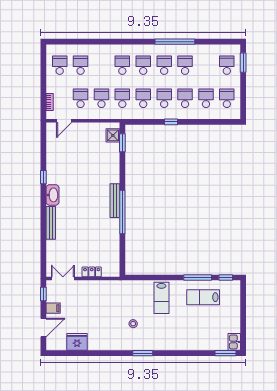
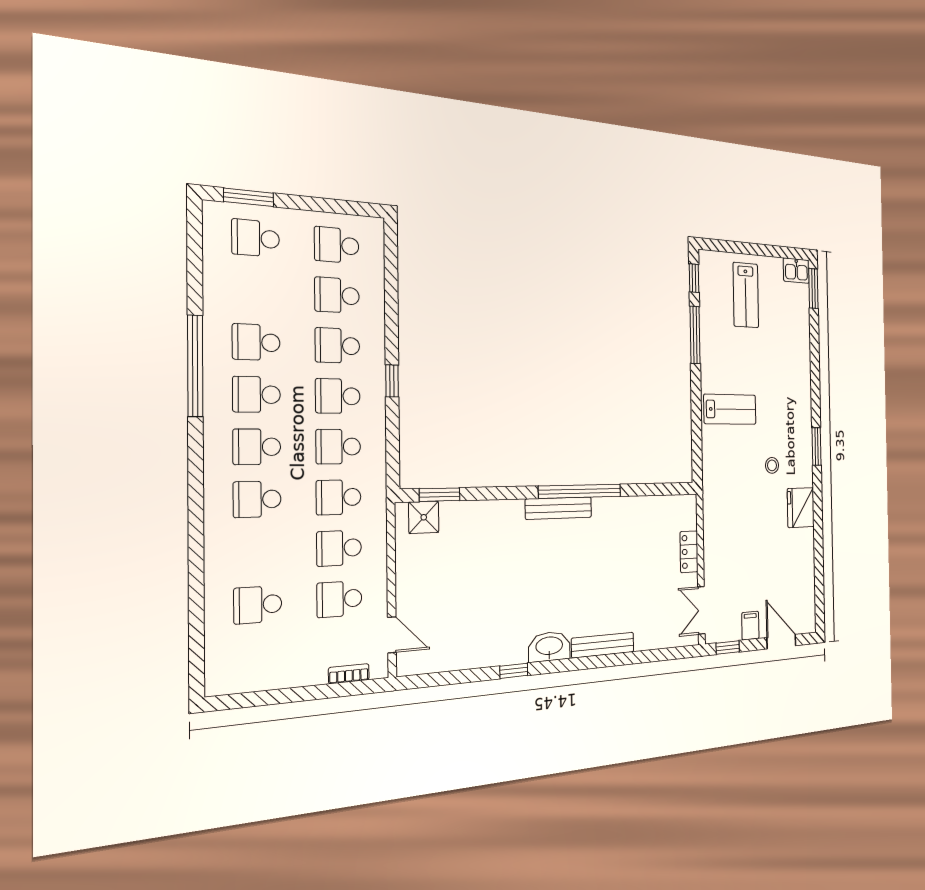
school desk: (60, 65) -> (258, 658), removed
lab bench: (203, 297) -> (746, 295), moved
fridge: (77, 342) -> (801, 508), moved

